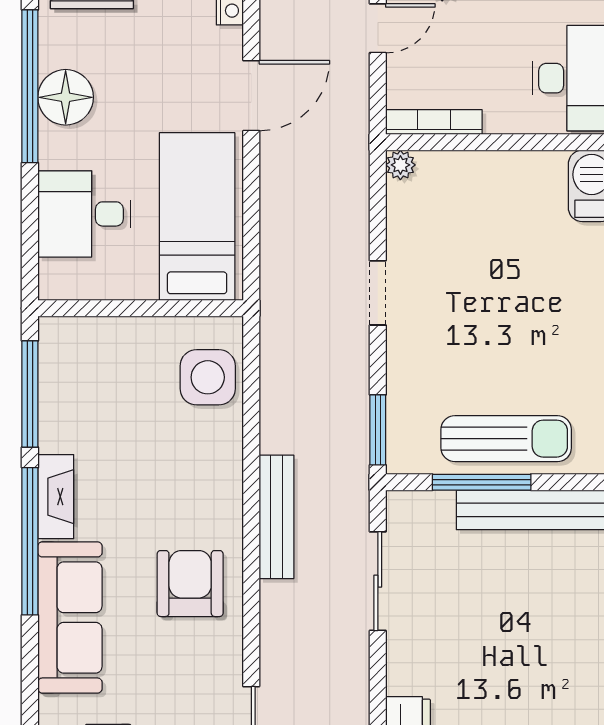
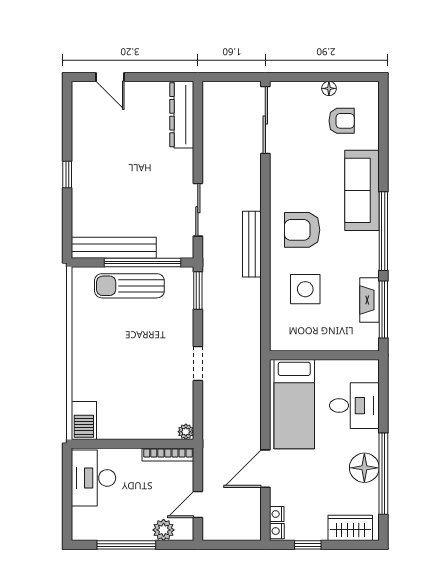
side table: (208, 377) -> (305, 289), moved
window: (482, 482) -> (143, 262), width x1.46
fireplace: (56, 497) -> (370, 300), moved
armchair: (190, 584) -> (302, 230), moved, turned 90

